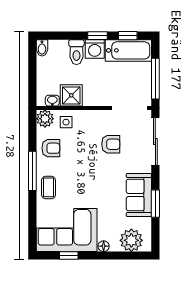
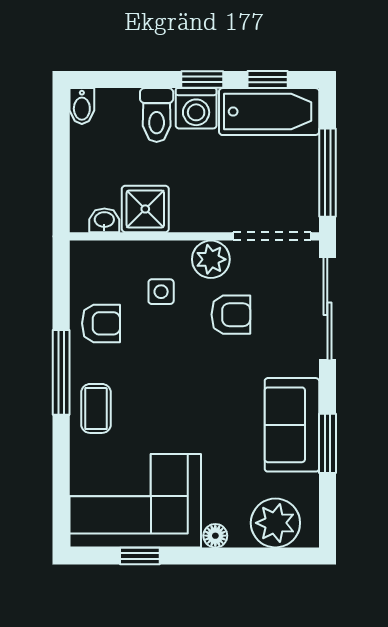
plant: (45, 119) -> (211, 259), moved
side table: (66, 122) -> (161, 292), moved

